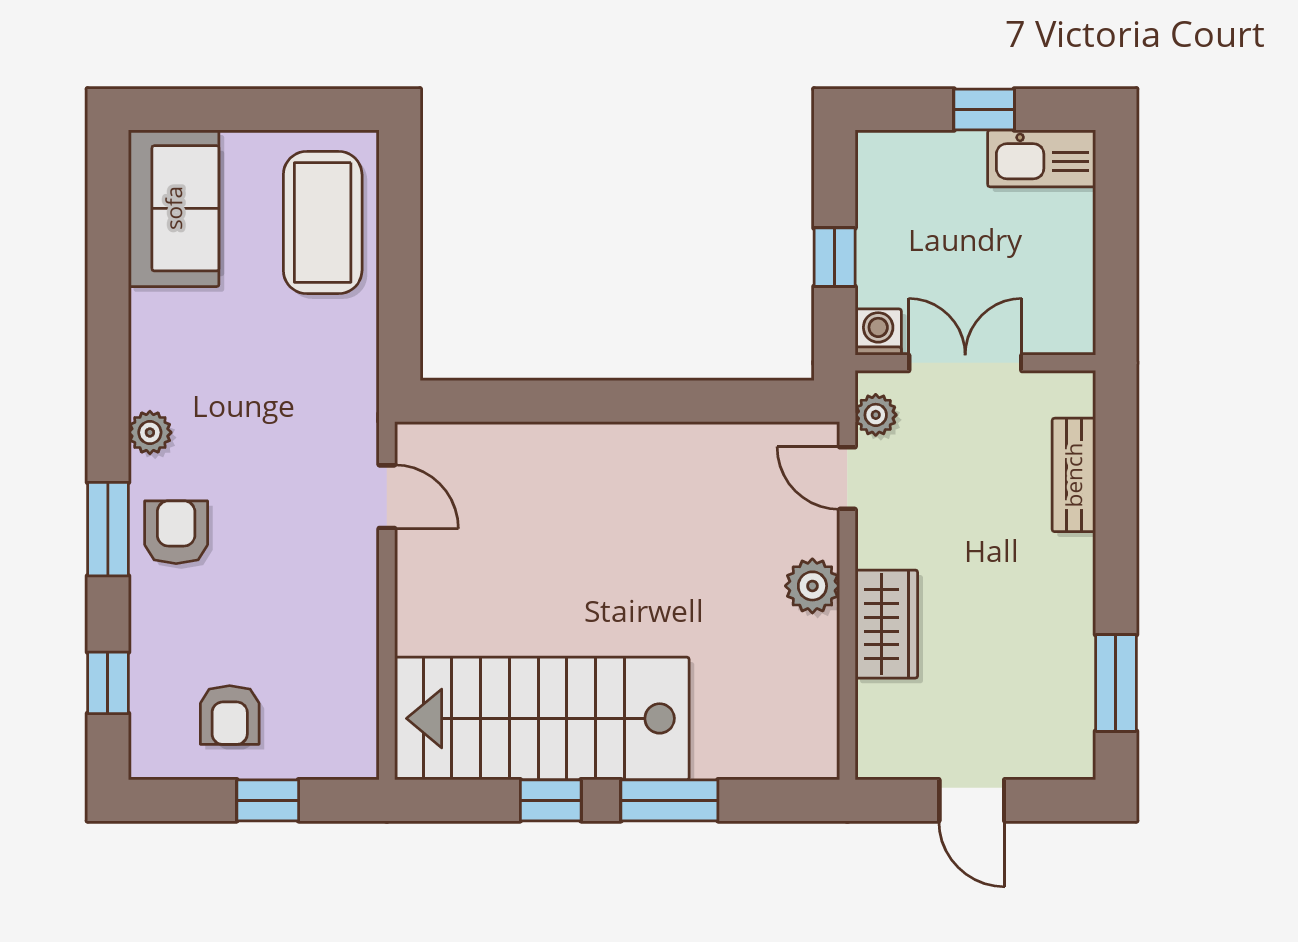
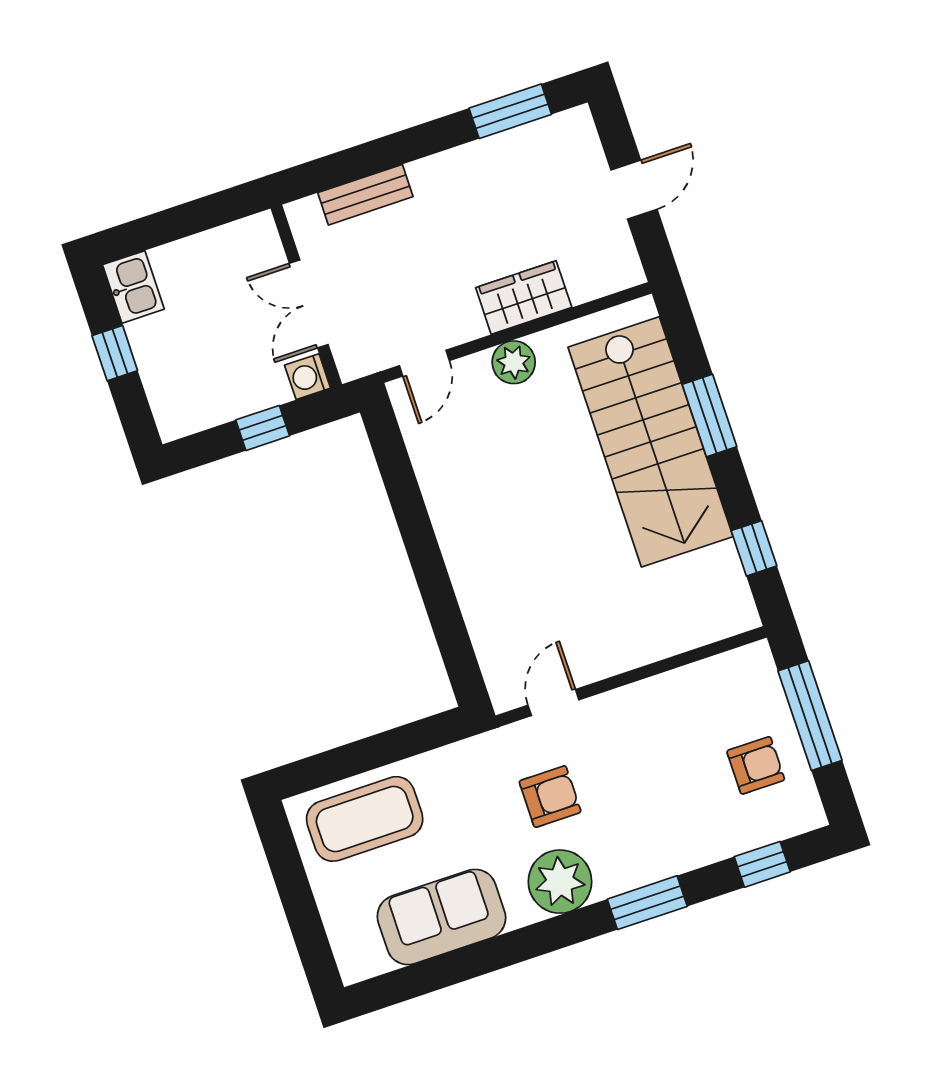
kitchen sink: (1042, 158) -> (133, 287), width x0.73
sofa: (174, 208) -> (441, 917), moved
plant: (876, 415) -> (370, 358), removed
plant: (150, 432) -> (560, 882), width x1.87, depth x1.87
armchair: (176, 532) -> (550, 797), moved, turned 180
stairs: (542, 718) -> (650, 442), moved
window: (268, 800) -> (810, 716), width x2.17
window: (551, 800) -> (754, 548), moved

